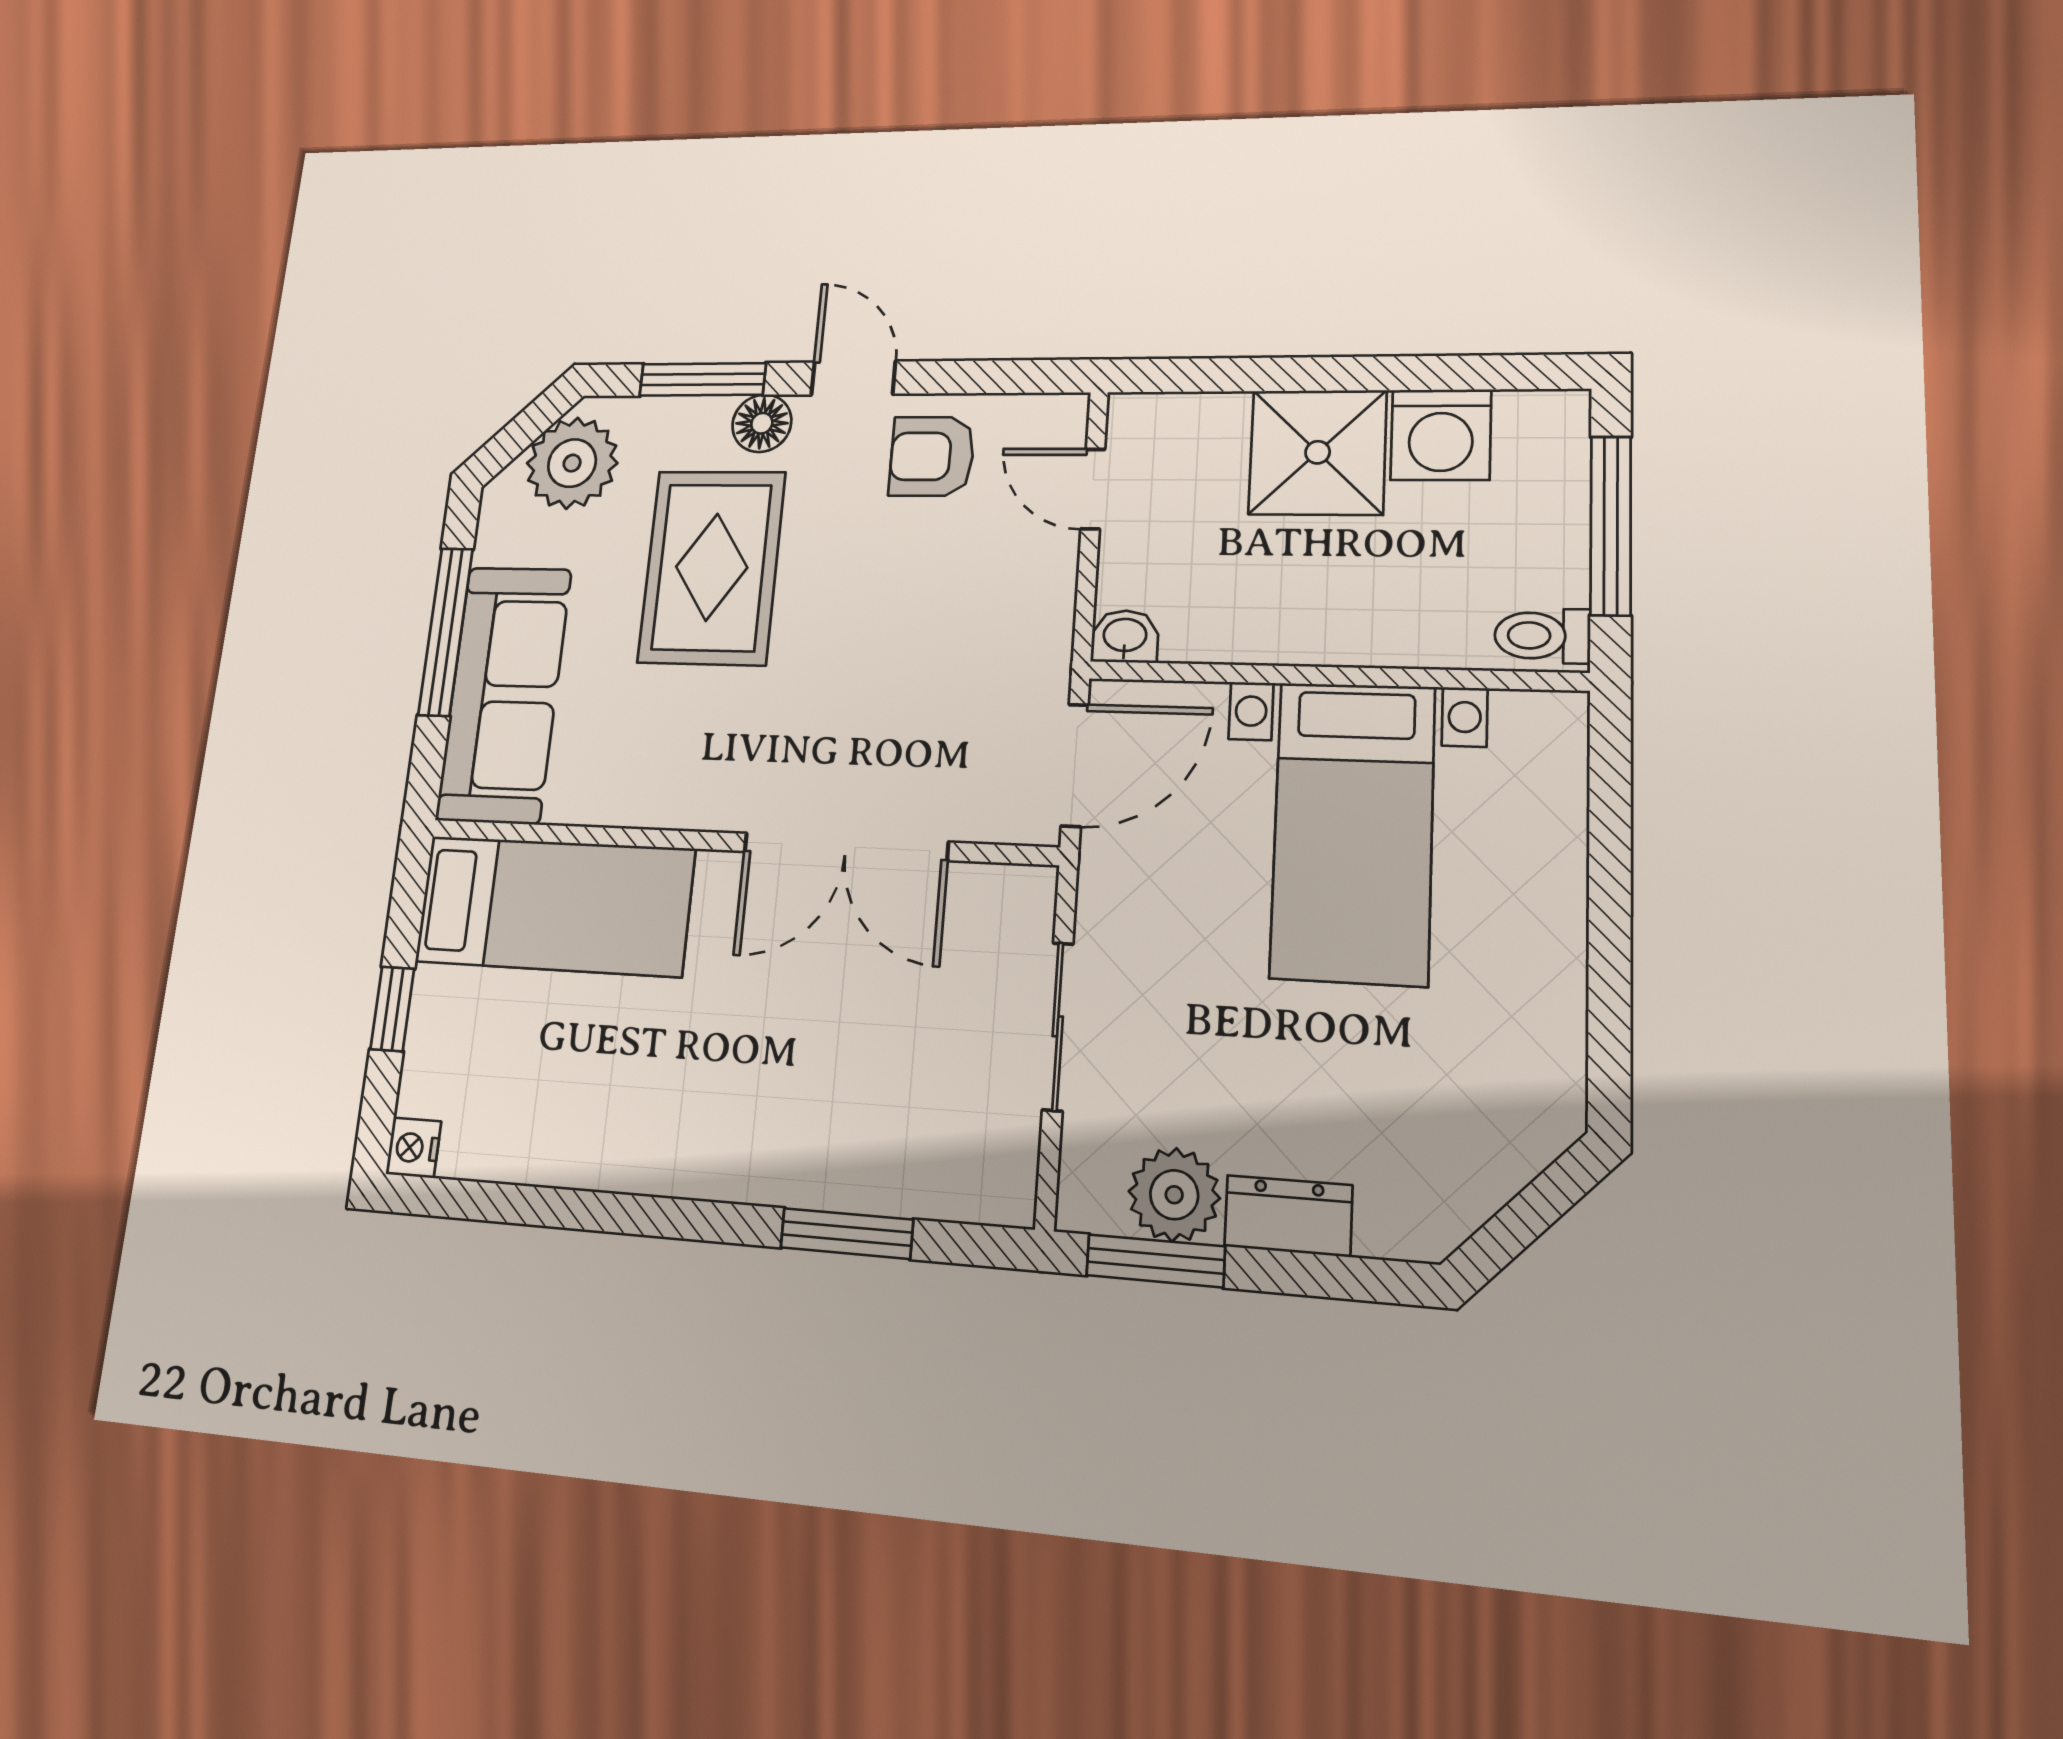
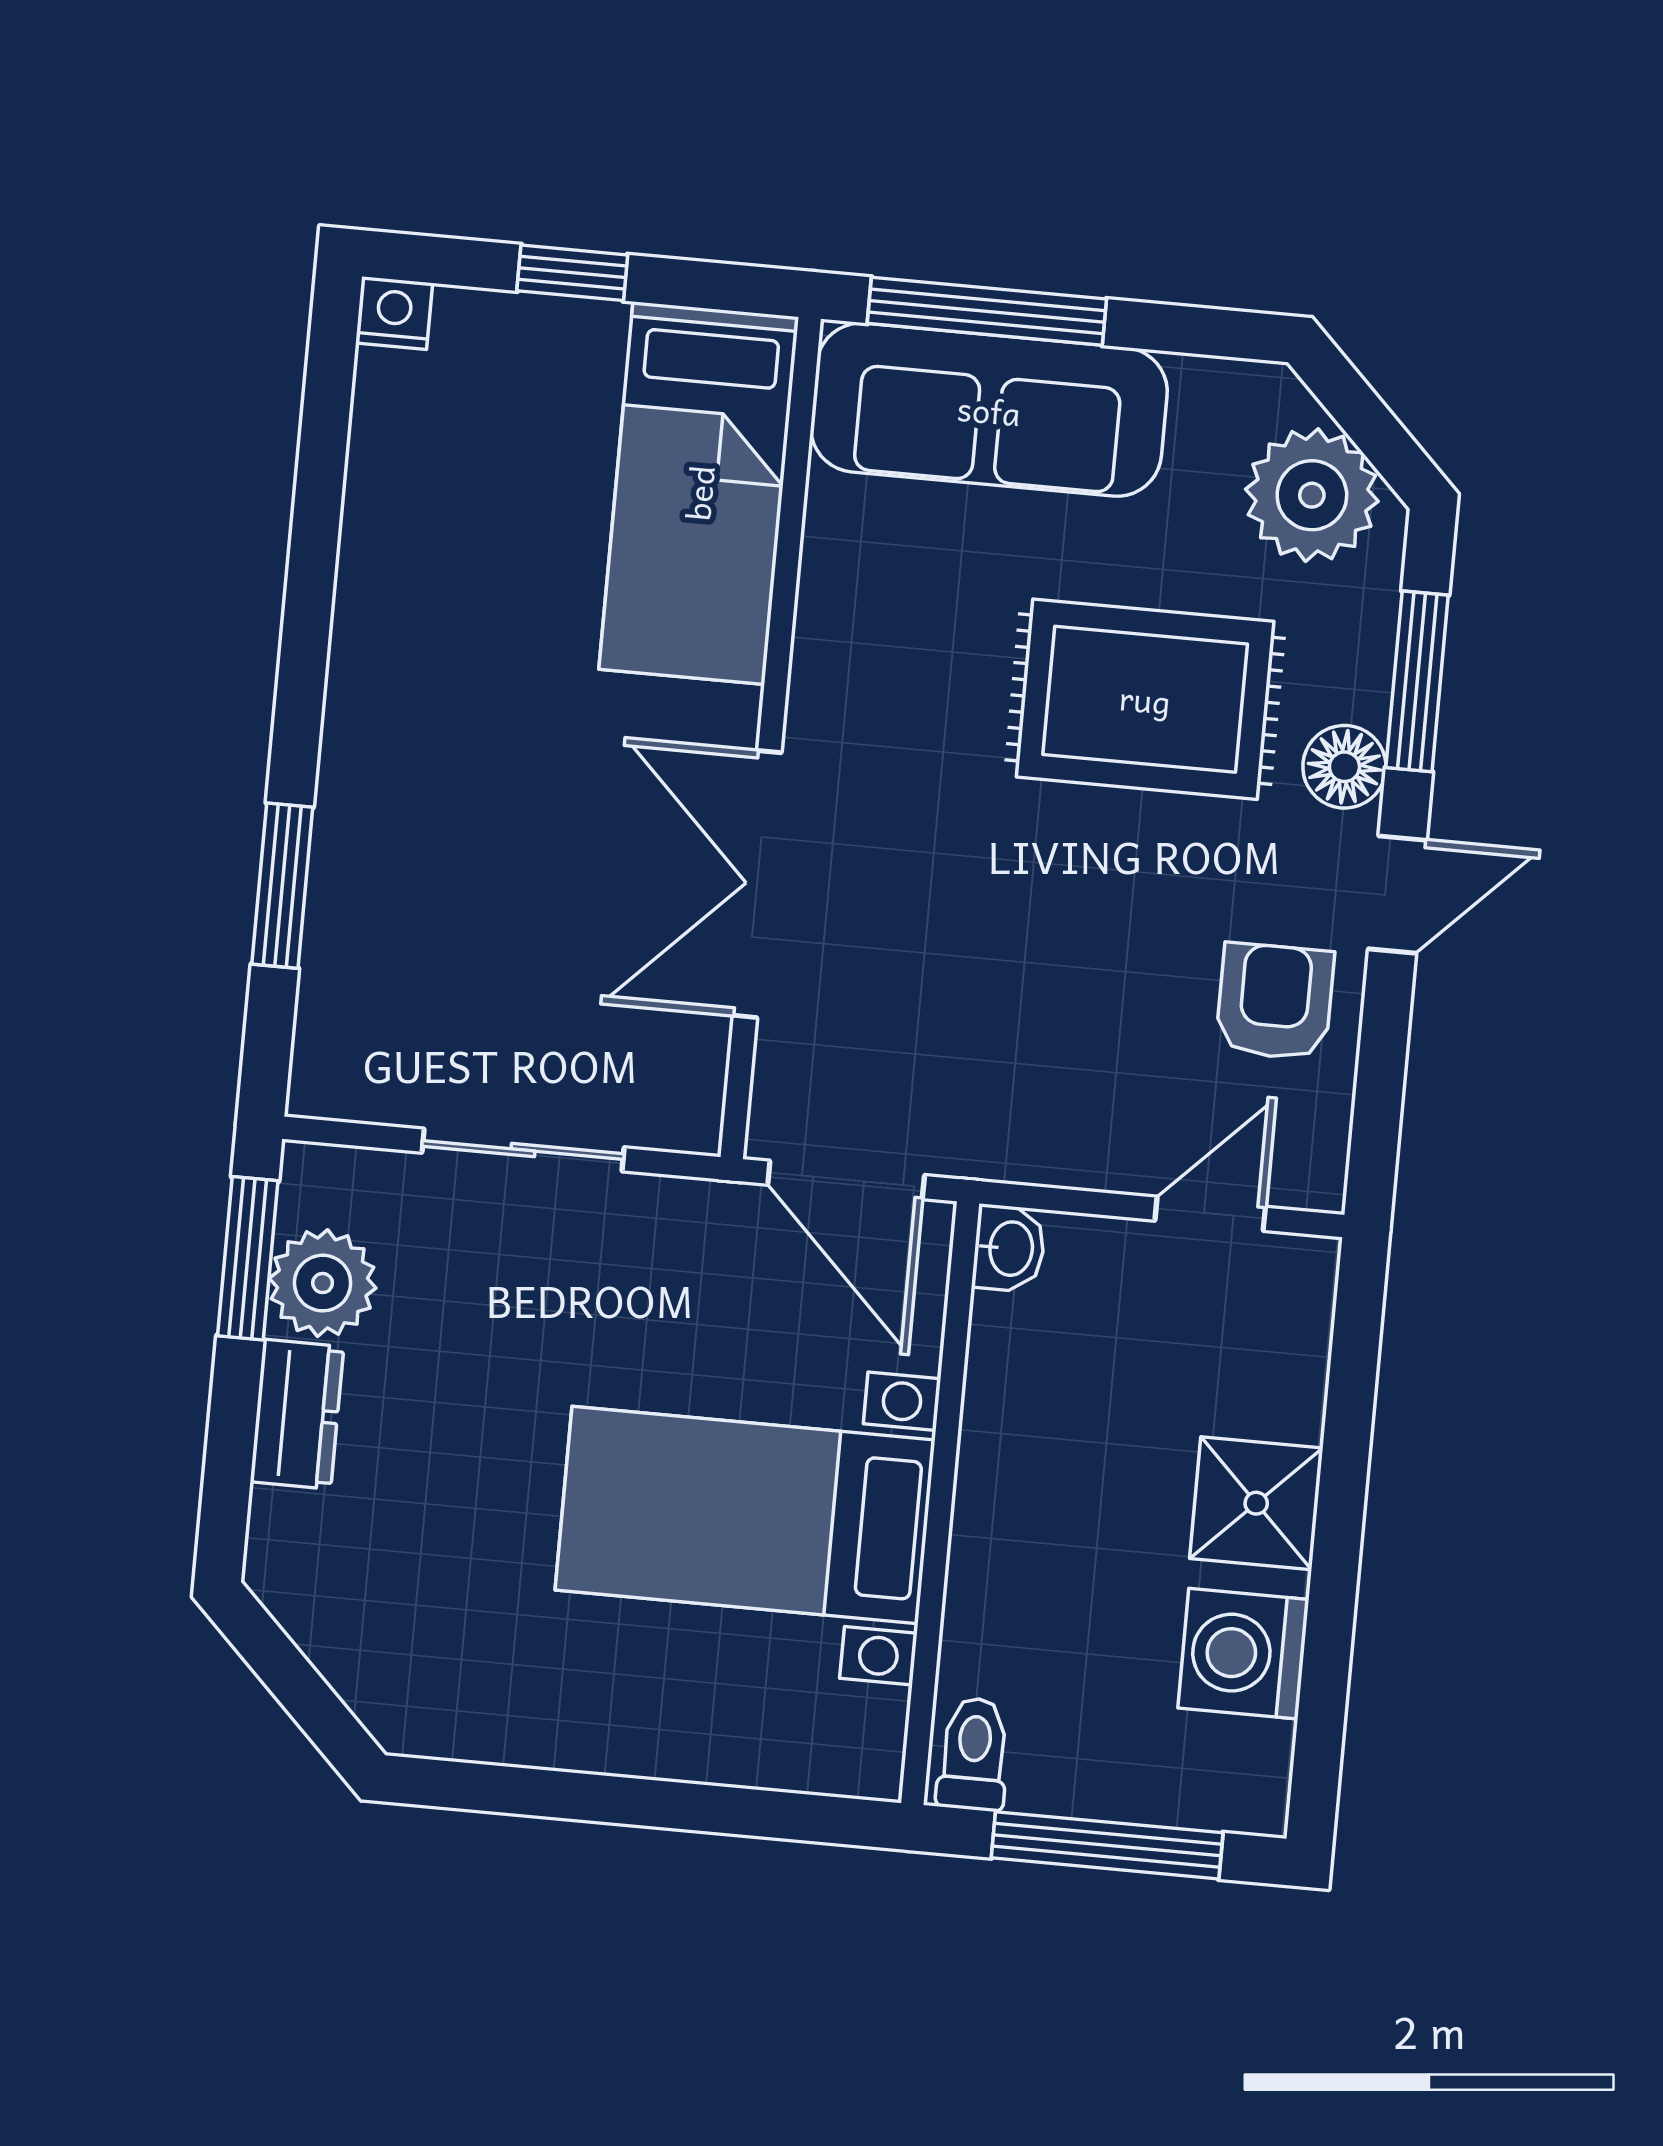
shower: (1318, 452) -> (1256, 1503), width x0.73, depth x0.73
window: (446, 632) -> (987, 311), moved

